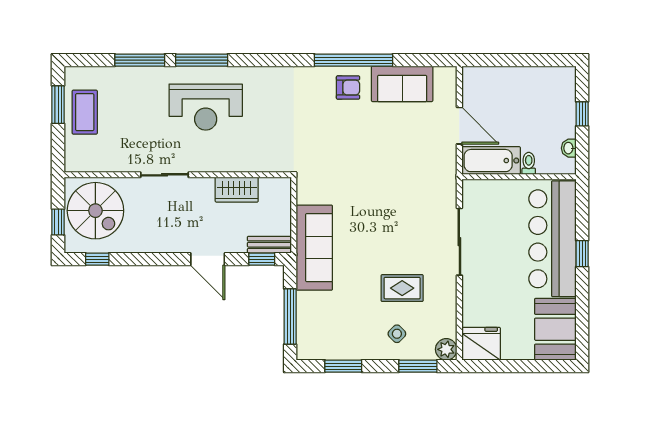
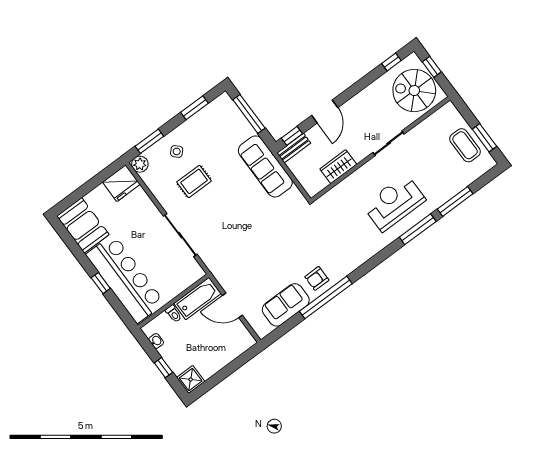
shower: (563, 80) -> (191, 379), added
door: (208, 259) -> (325, 112), swing flipped

